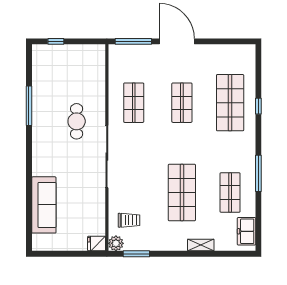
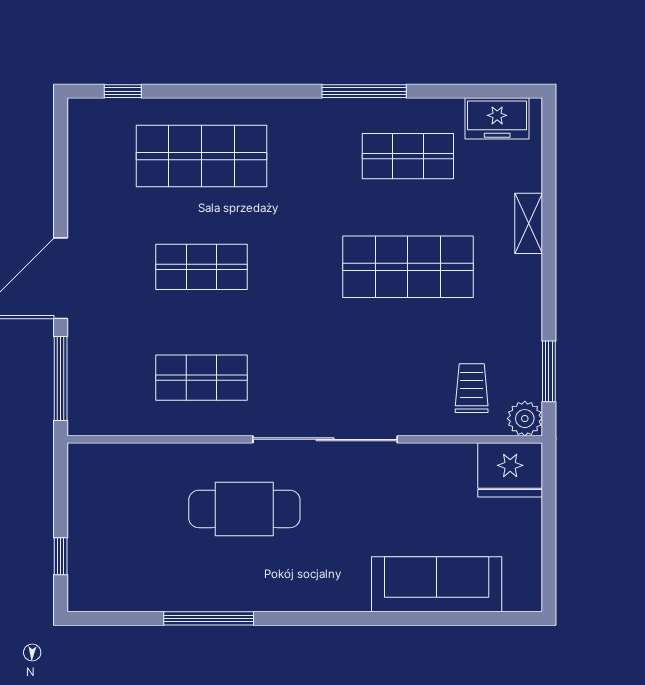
window: (258, 106) -> (123, 91), moved
cafe table: (77, 121) -> (244, 509), width x1.37, depth x1.35
fridge: (97, 244) -> (510, 470), width x1.88, depth x1.34

